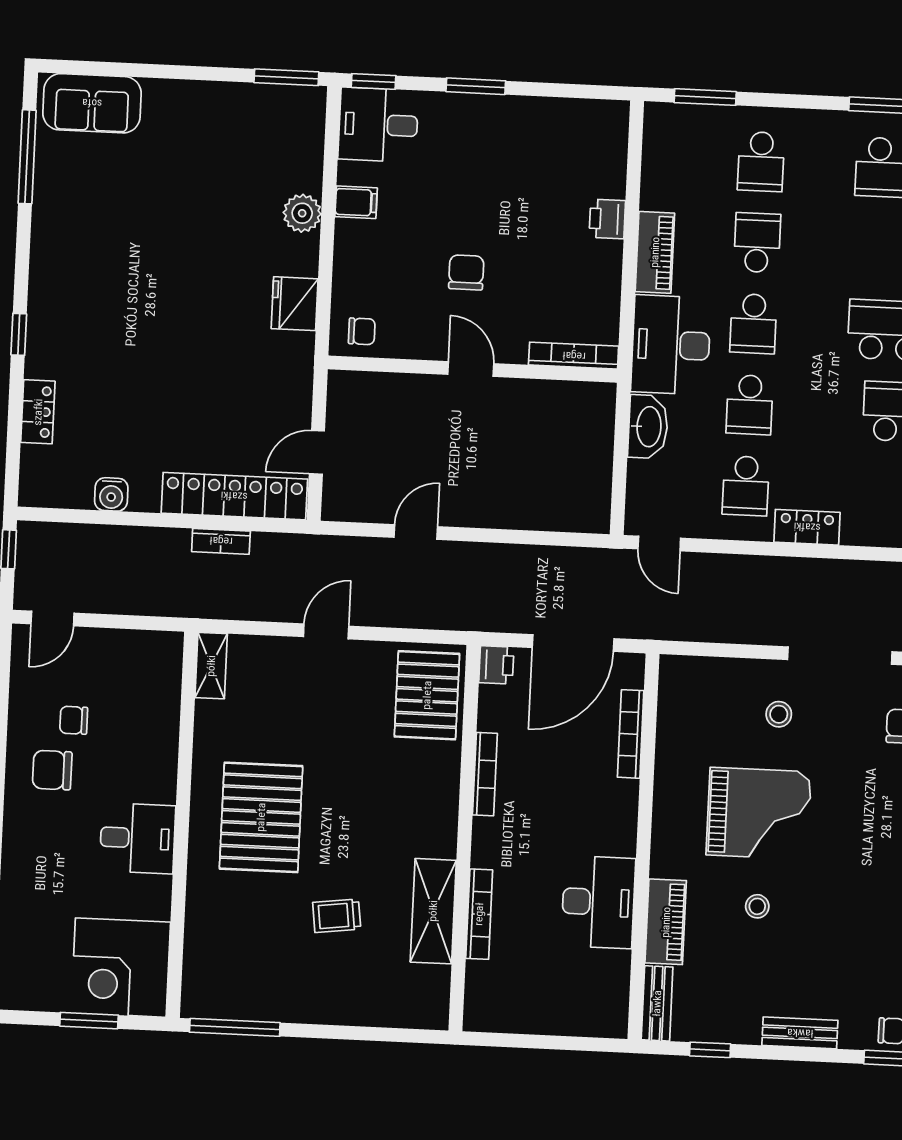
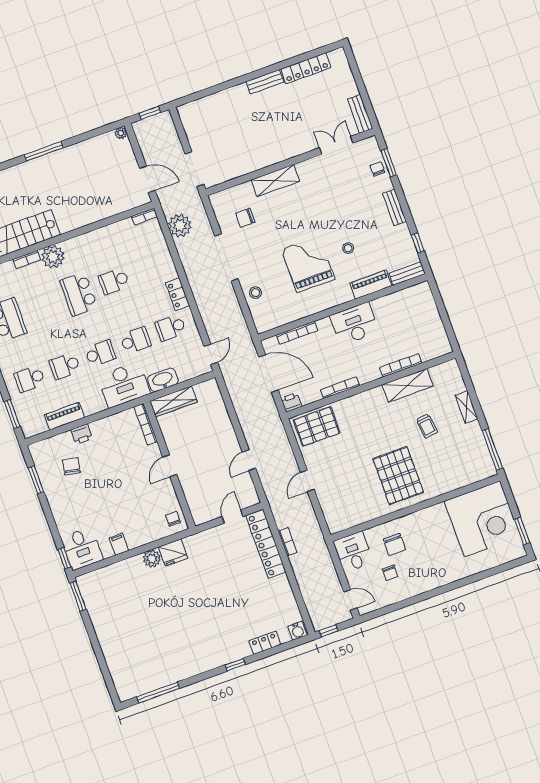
window: (476, 86) -> (36, 480), moved
sofa: (92, 103) -> (124, 674), removed
school desk: (761, 162) -> (30, 379), turned 180
plant: (302, 213) -> (152, 559), moved
piano: (655, 252) -> (65, 416), moved
chair: (466, 272) -> (71, 466), moved, turned 101
wardrobe: (596, 430) -> (174, 401), added
door: (317, 452) -> (233, 517), swing flipped
school desk: (746, 486) -> (171, 328), turned 180
water cooler: (111, 494) -> (297, 631), moved, turned 90
door: (416, 532) -> (249, 460), hinge flipped
door: (326, 631) -> (307, 481), hinge flipped
shelving: (211, 666) -> (466, 407), moved, turned 90
stool: (779, 714) -> (256, 293), moved
chair: (52, 770) -> (394, 544), moved
pallet: (261, 817) -> (398, 476), turned 90
desk: (138, 838) -> (353, 552), moved
desk: (598, 902) -> (354, 324), moved
corner desk: (121, 968) -> (482, 519), width x1.36, depth x1.36
window: (89, 1021) -> (522, 531), moved

